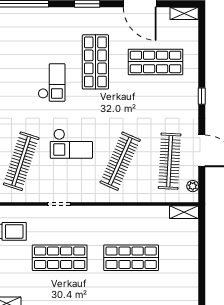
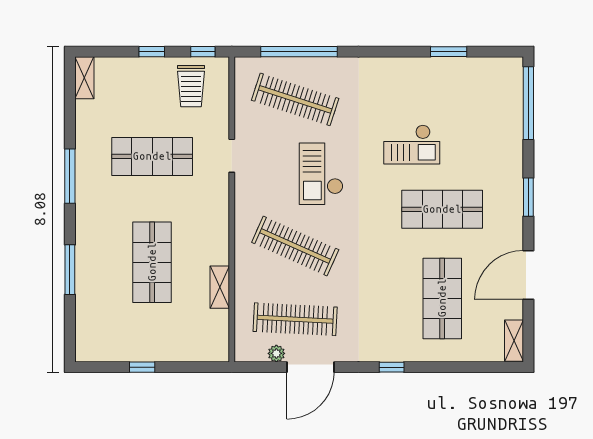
plant: (193, 186) -> (276, 353), moved
shelving: (184, 212) -> (220, 287), moved
shop shelf: (60, 258) -> (152, 156), turned 90
window: (202, 264) -> (142, 367), added

